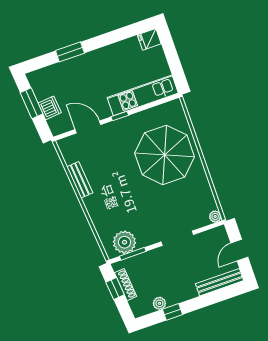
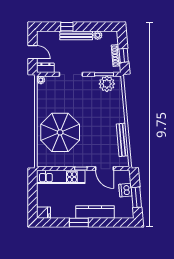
window: (70, 52) -> (79, 222), moved
kitchen counter: (80, 64) -> (95, 212), added
bench: (80, 180) -> (122, 140), width x1.36
dresser: (215, 235) -> (45, 68), added
door: (239, 250) -> (32, 52), hinge flipped
bench: (220, 282) -> (76, 35), moved
window: (172, 312) -> (67, 27), moved

